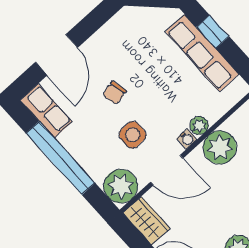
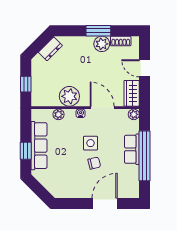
row of seats: (46, 111) -> (132, 149), moved
plant: (199, 126) -> (59, 114), moved
side table: (133, 135) -> (90, 143), moved
plant: (121, 186) -> (134, 114), width x0.53, depth x0.53

